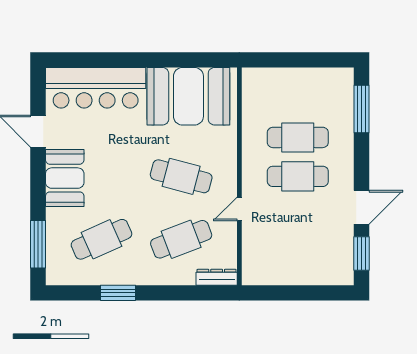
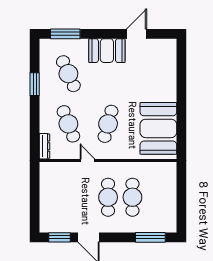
bar counter: (96, 88) -> (164, 70), removed

